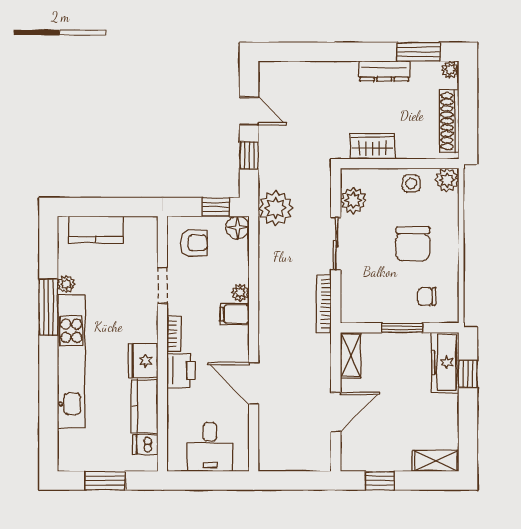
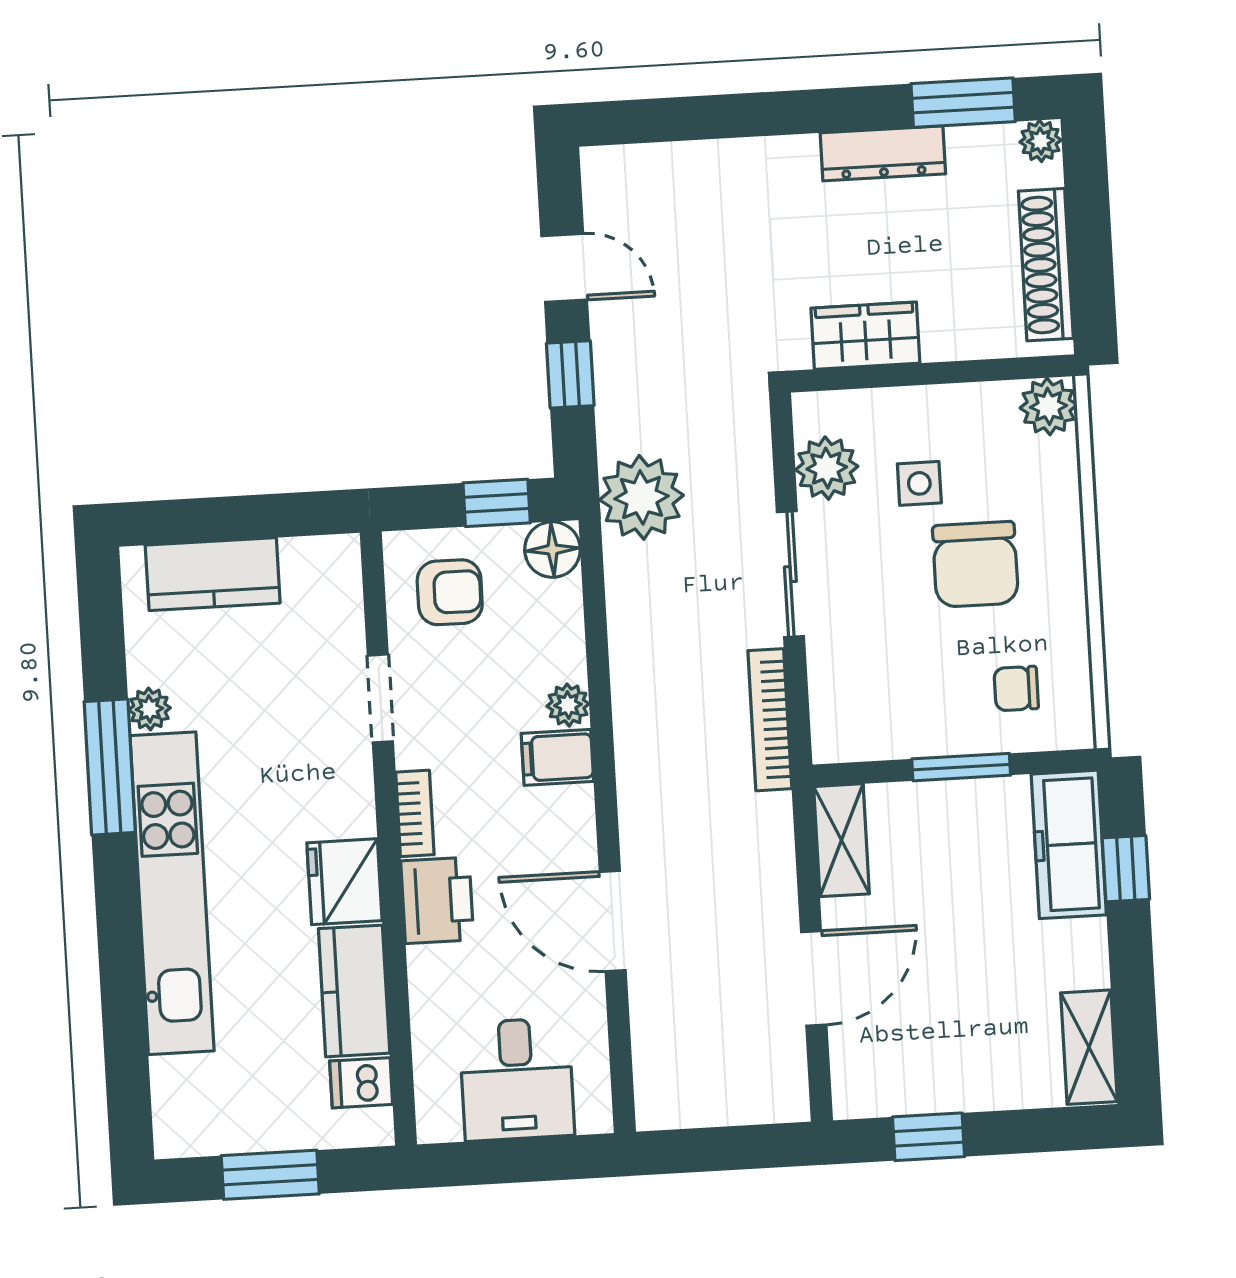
side table: (411, 183) -> (919, 483), moved
shelving: (436, 461) -> (1089, 1047), moved, turned 90

